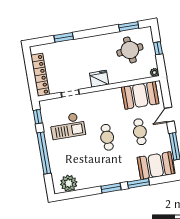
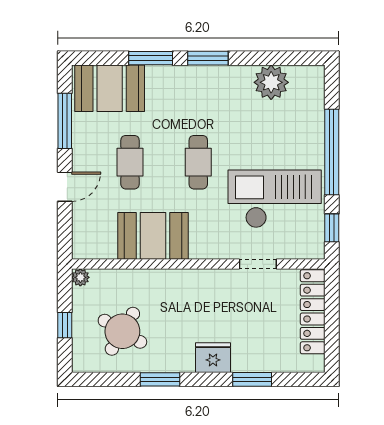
window: (129, 26) -> (160, 379), moved
round table: (130, 50) -> (122, 331), turned 38
fridge: (99, 79) -> (213, 358), moved, turned 180
booth: (140, 95) -> (153, 236), moved
checkout: (68, 126) -> (275, 199), width x1.36, depth x1.21
plant: (69, 183) -> (271, 82), moved

